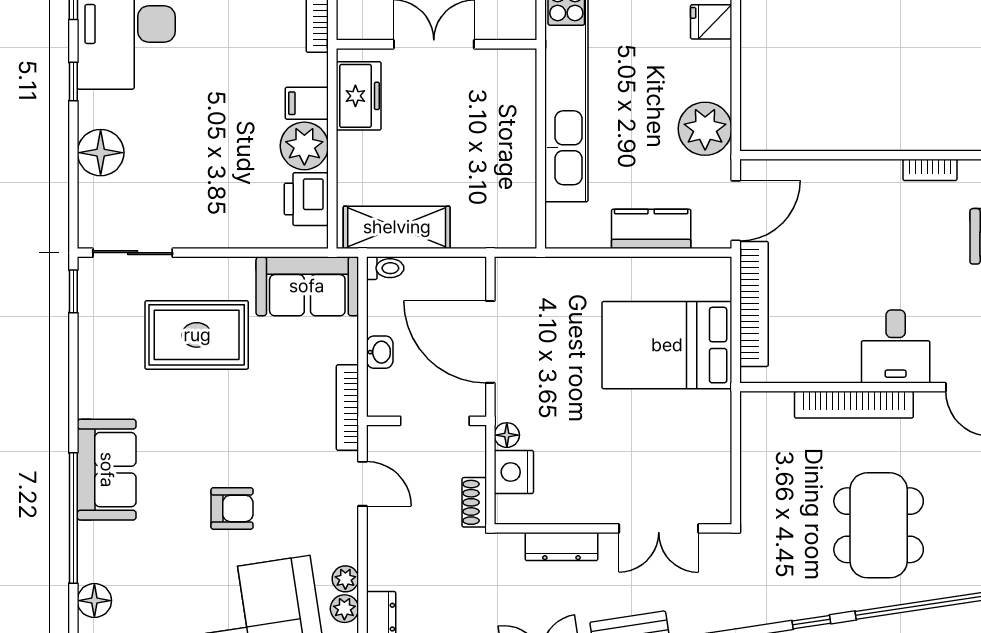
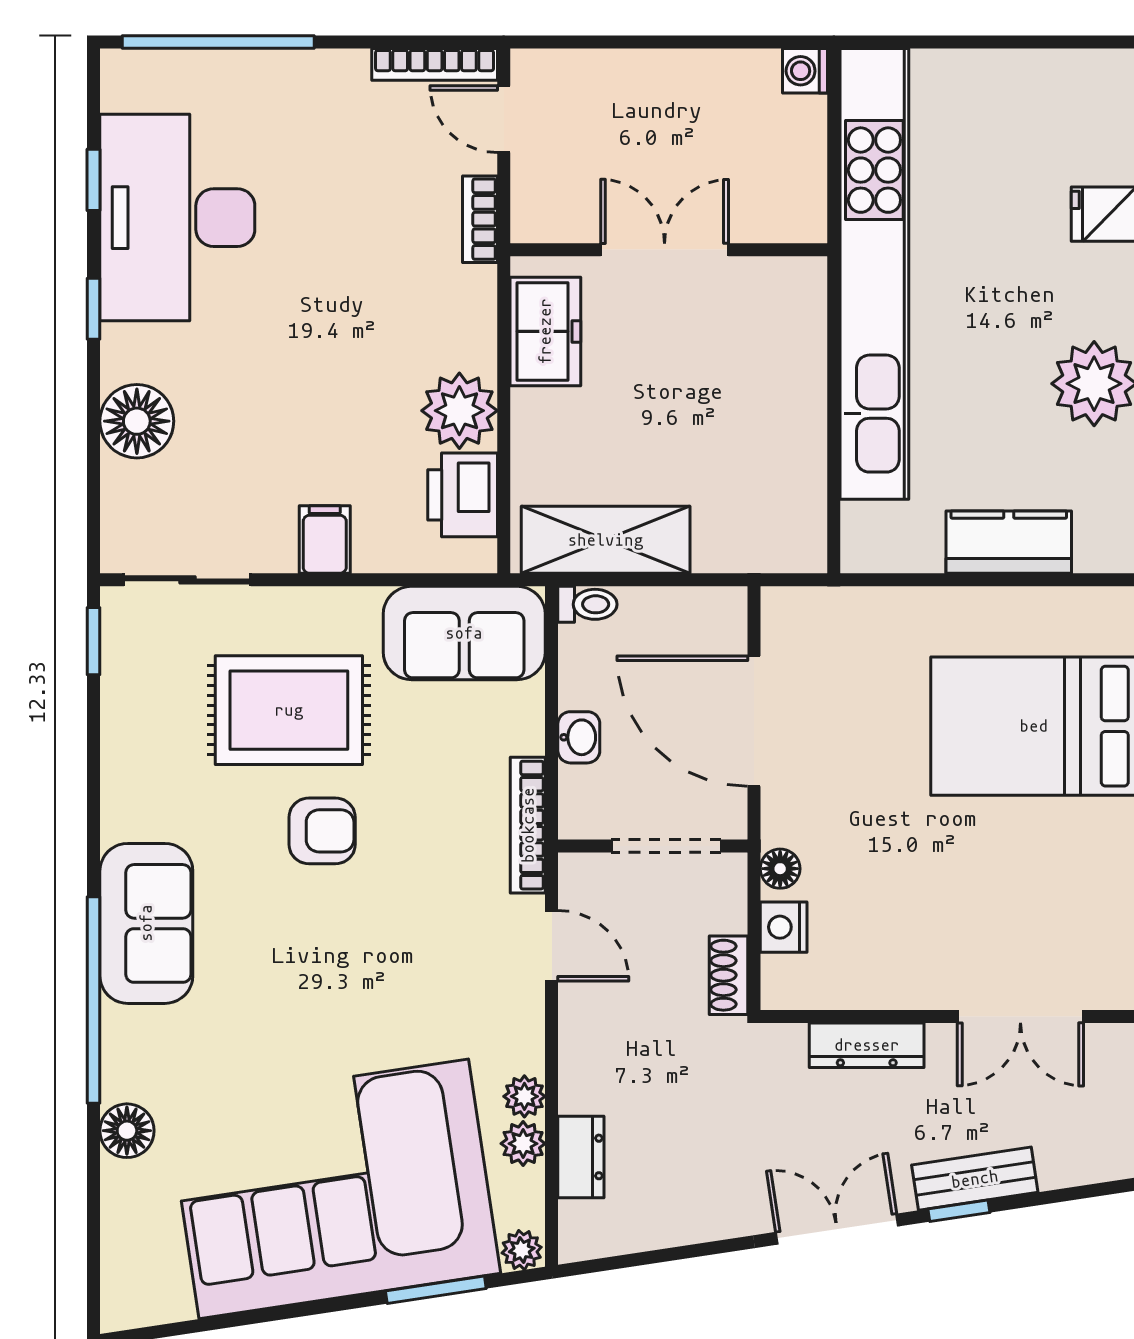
filing cabinet: (307, 103) -> (325, 540), moved, turned 90
nightstand: (514, 472) -> (784, 927), width x0.74, depth x0.75
armchair: (232, 508) -> (322, 831), moved

